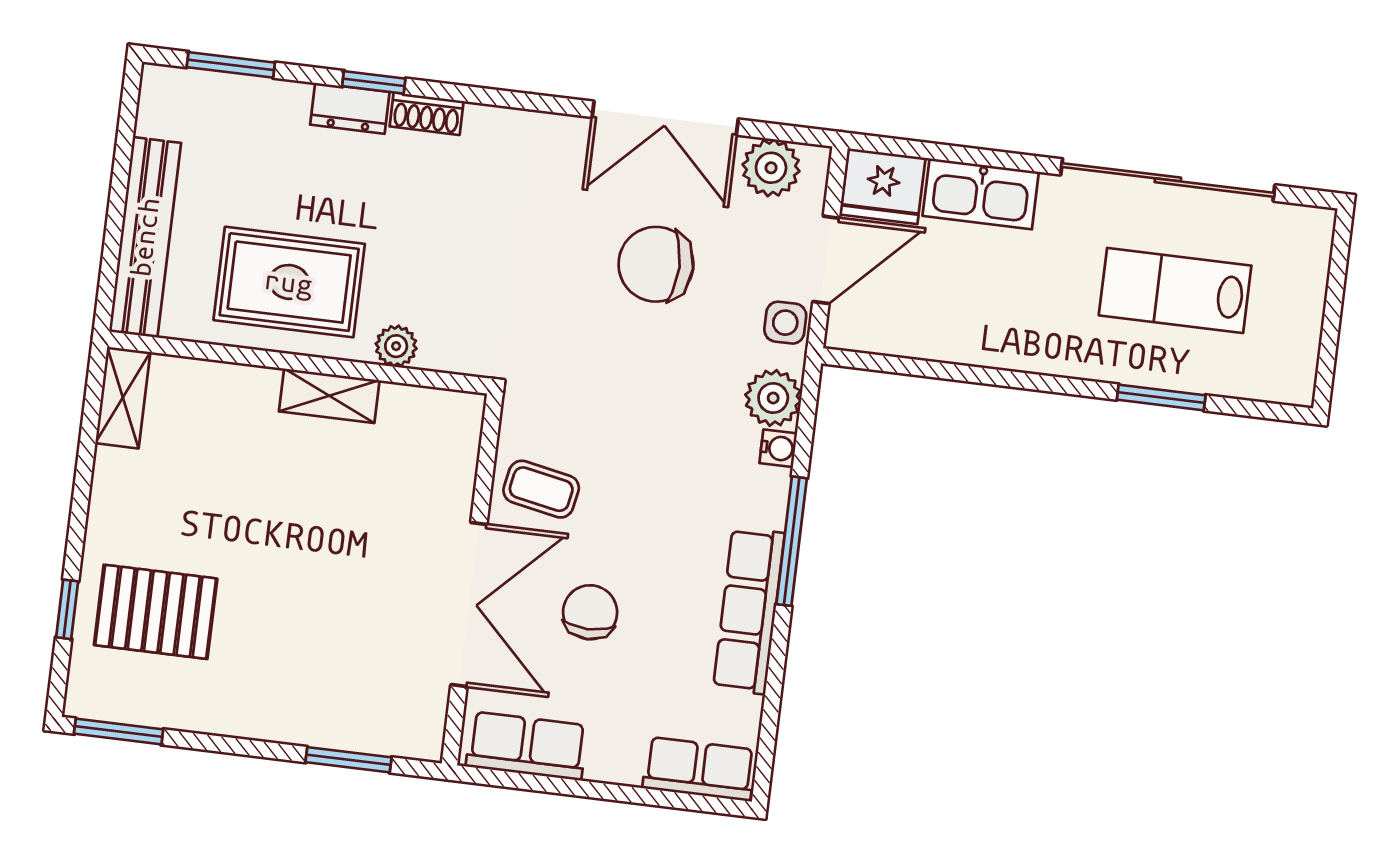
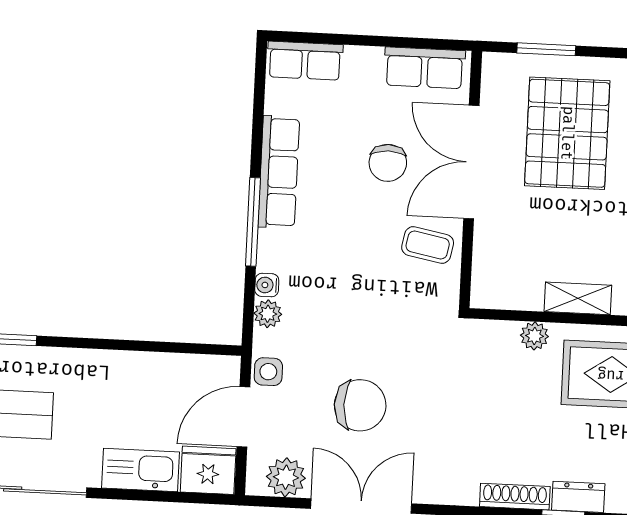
shoe rack: (427, 114) -> (515, 497), width x1.43
plant: (773, 398) -> (268, 314), width x0.73, depth x0.73
pallet: (327, 636) -> (567, 133), added

